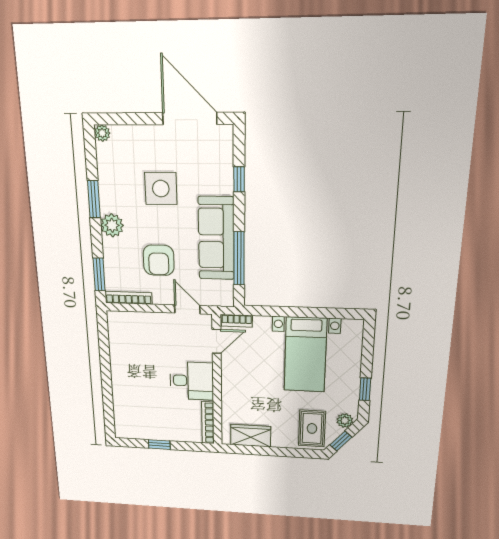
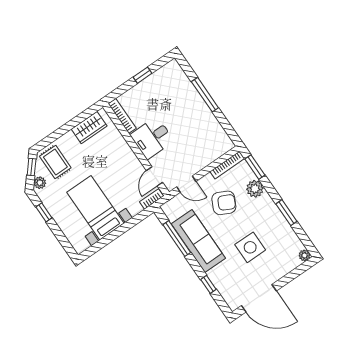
plant: (112, 225) -> (255, 189), moved
armchair: (159, 260) -> (224, 203), turned 116
window: (107, 383) -> (205, 95), added

